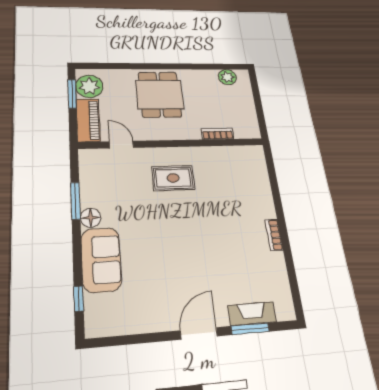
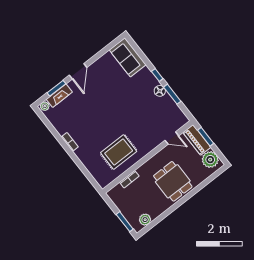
window: (256, 91) -> (125, 222), added
window: (72, 94) -> (206, 137), moved
rug: (173, 178) -> (119, 152), moved, width x1.36, depth x1.43
sofa: (101, 260) -> (128, 57), moved
window: (79, 299) -> (157, 75), moved
plant: (284, 312) -> (45, 106), added

